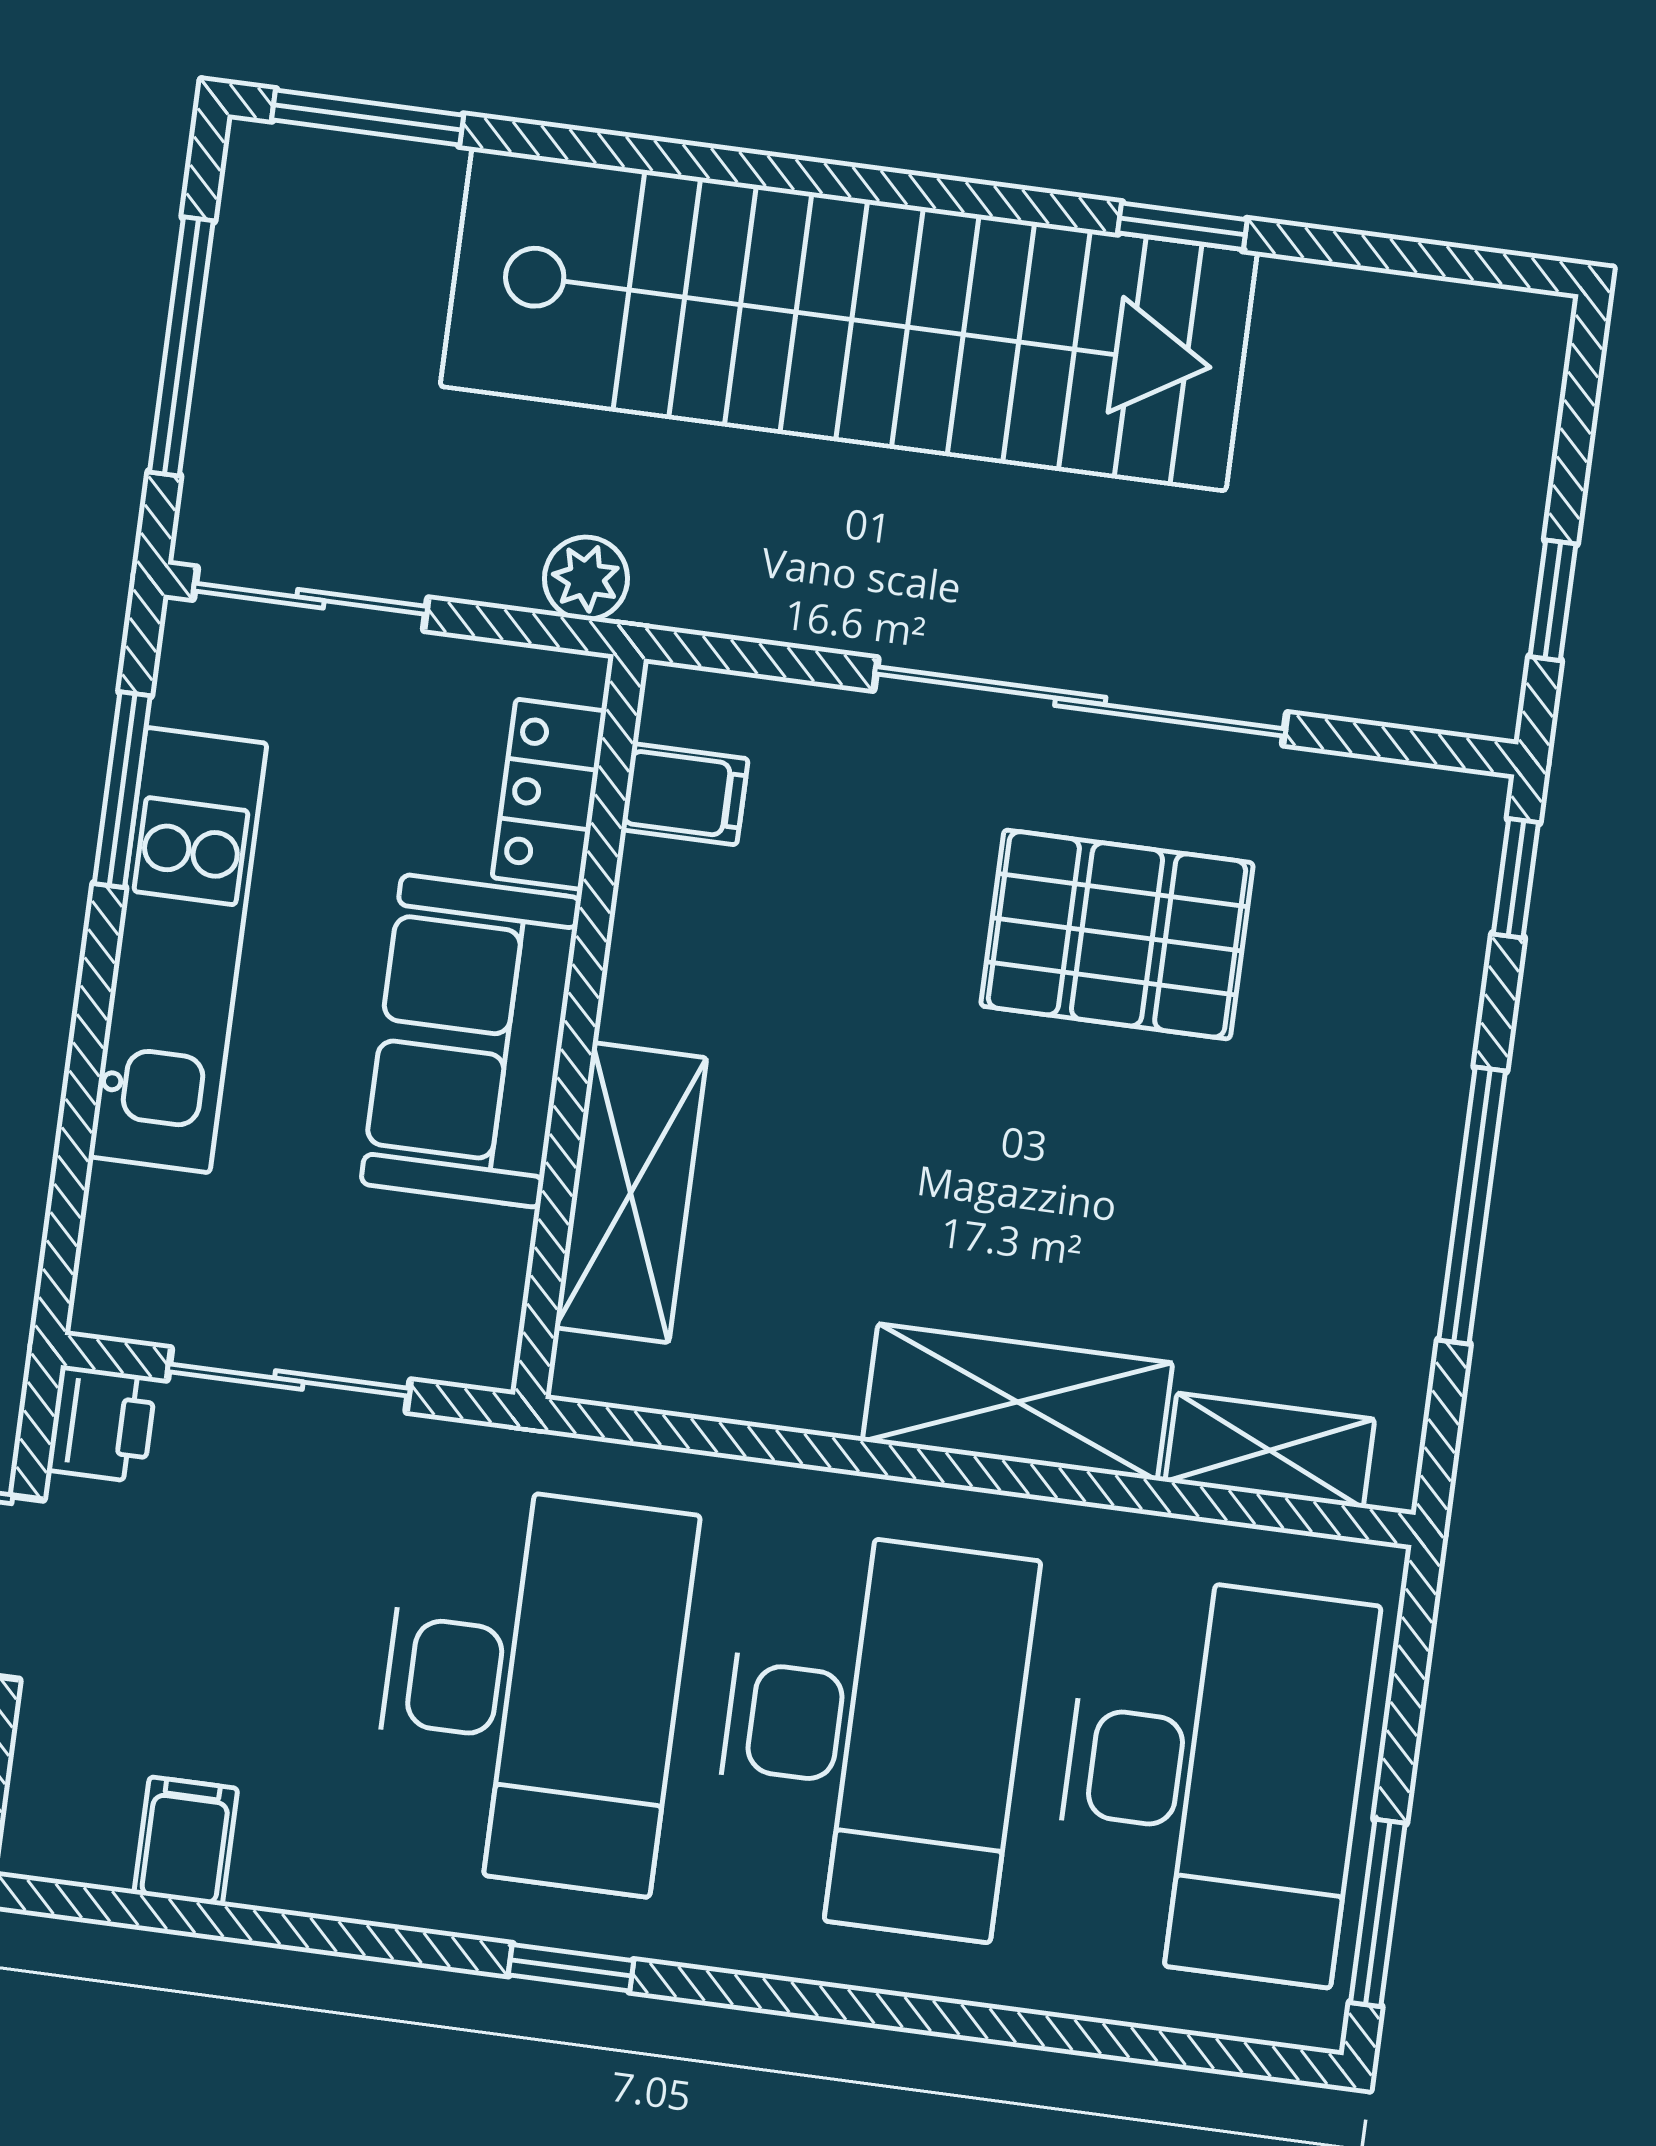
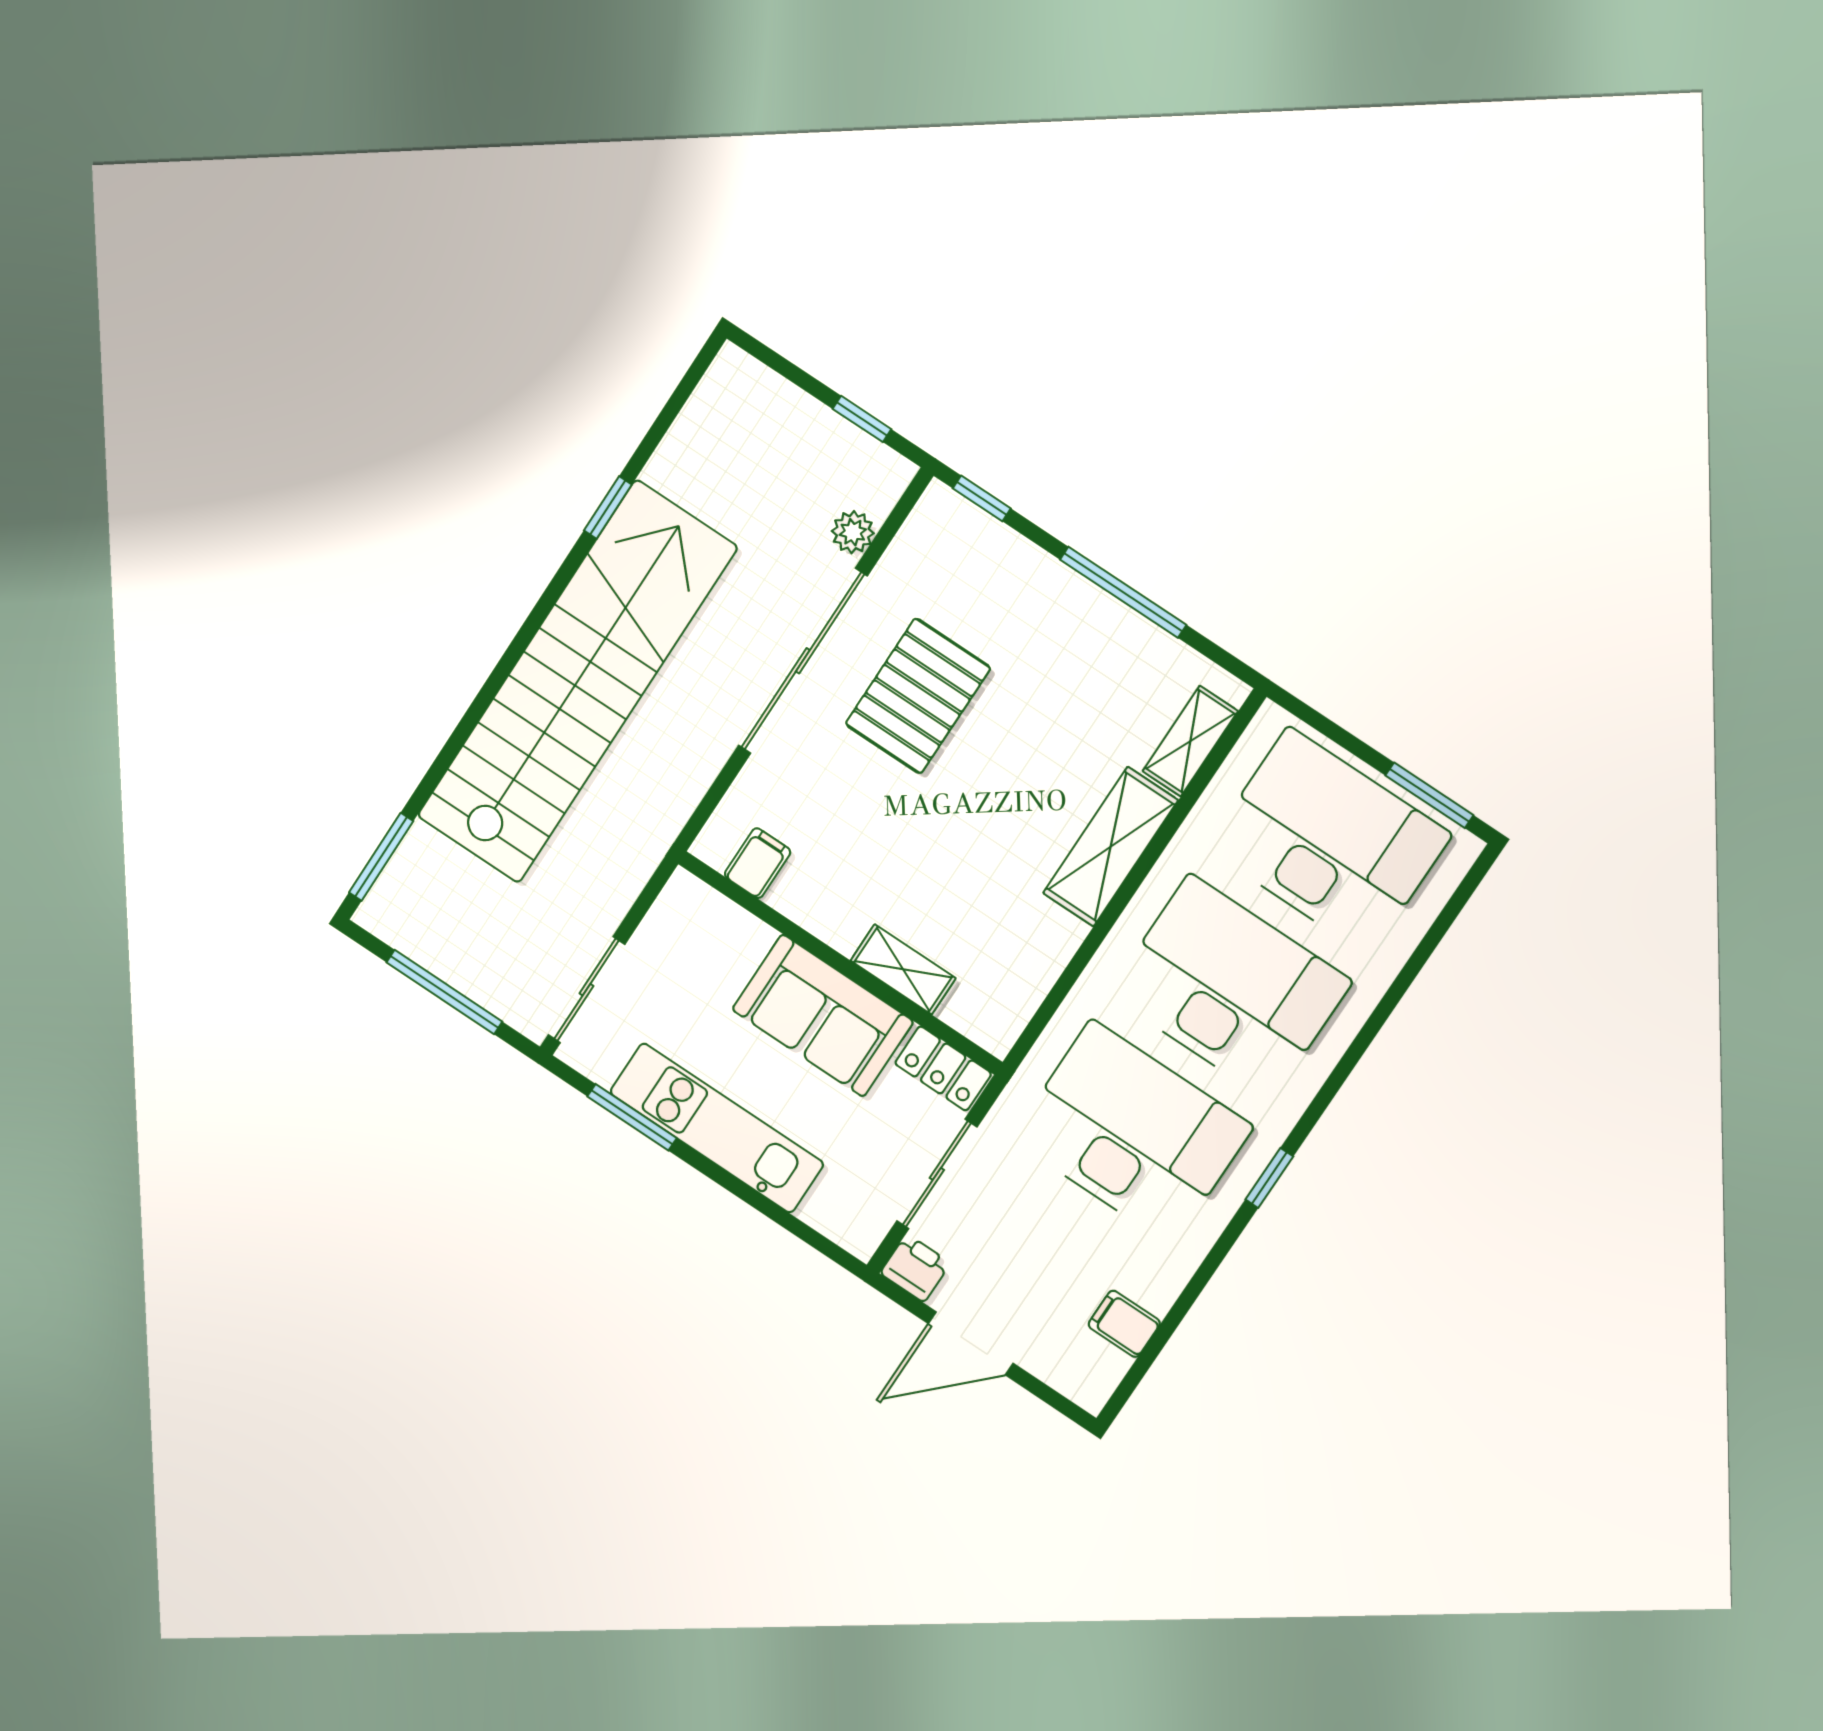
plant: (586, 578) -> (853, 532), moved
locker: (549, 794) -> (943, 1068), moved
shelving: (631, 1193) -> (903, 969), width x0.67, depth x0.75

